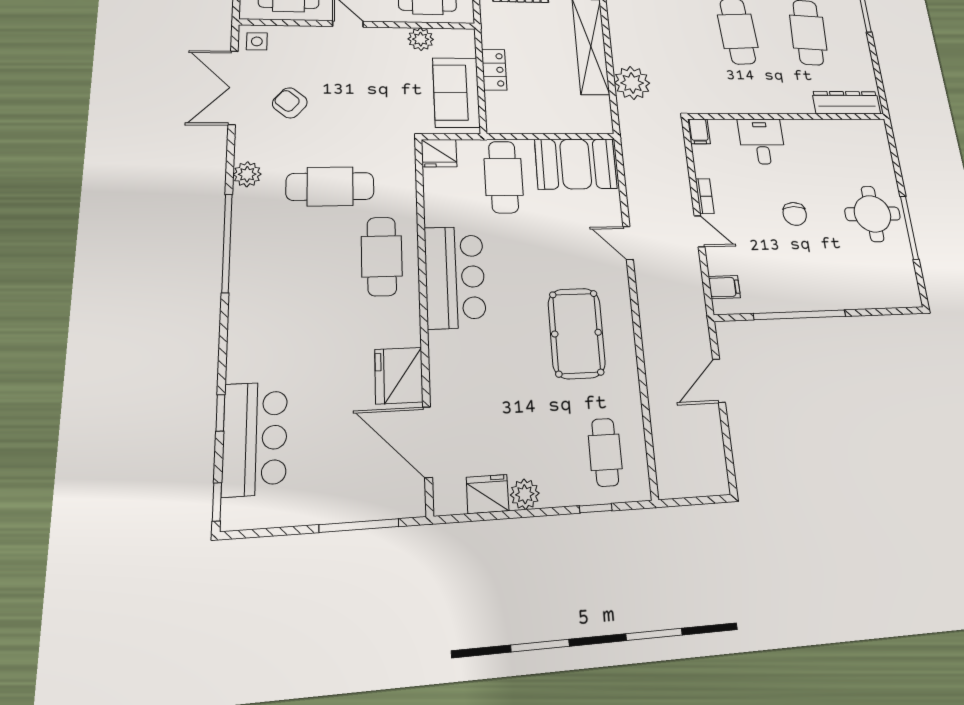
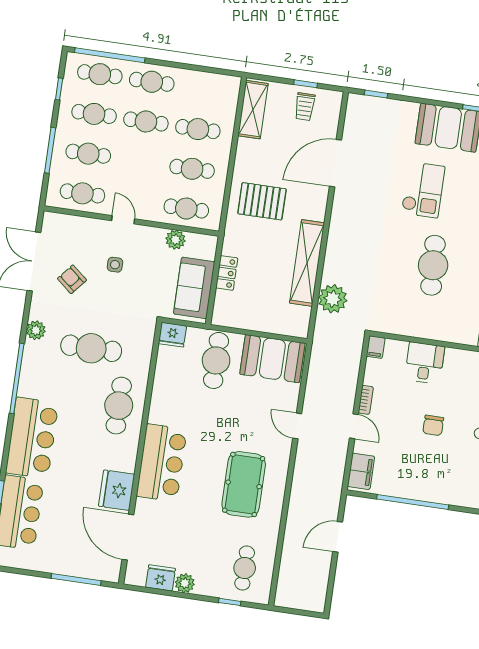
side table: (257, 41) -> (115, 265), moved
bar counter: (455, 277) -> (162, 463), moved
filing cabinet: (724, 287) -> (361, 471), width x2.00
bar counter: (261, 323) -> (32, 438), added

